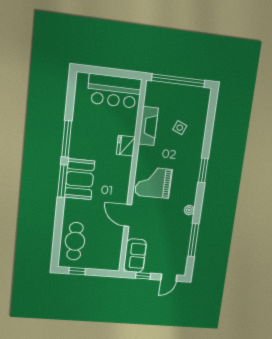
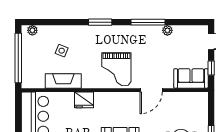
plant: (205, 99) -> (32, 30), added
plant: (189, 210) -> (167, 30), moved
window: (193, 240) -> (148, 22), moved

